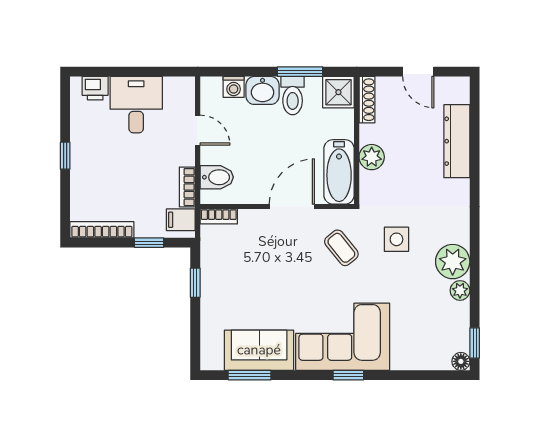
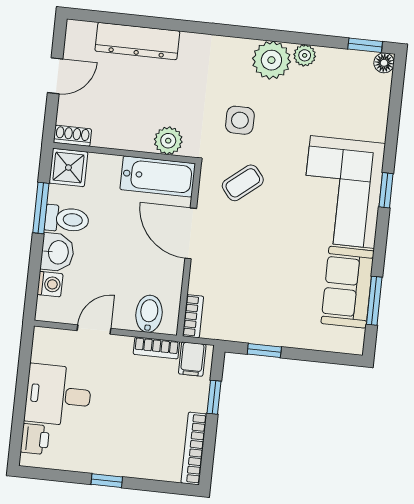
shoe rack: (367, 100) -> (72, 136), width x0.70
plant: (372, 157) -> (168, 141), moved

